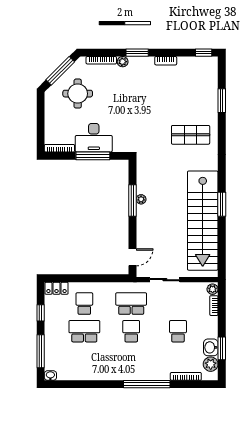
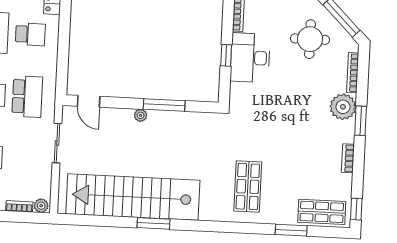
plant: (123, 62) -> (343, 107), width x1.88, depth x1.88
shop shelf: (207, 78) -> (322, 212), added
window: (93, 156) -> (226, 55), width x0.46
plant: (141, 199) -> (141, 115), moved

